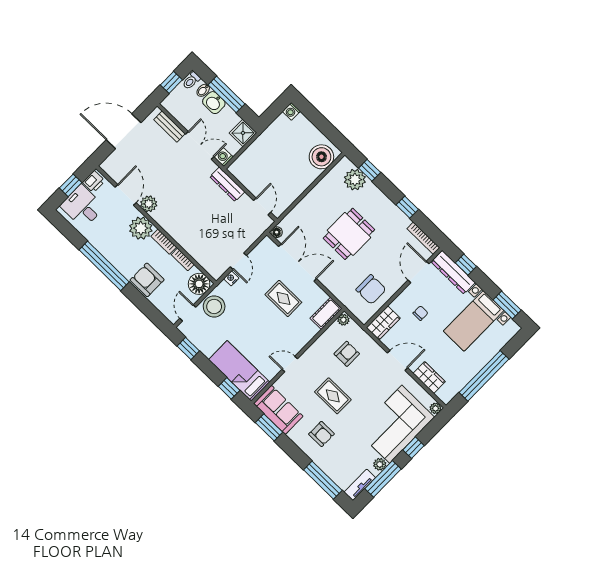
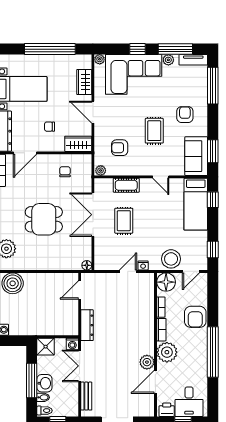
double door: (298, 263) -> (93, 215), moved
chair: (371, 290) -> (65, 172), width x0.54, depth x0.54
cot: (326, 313) -> (126, 185), moved

